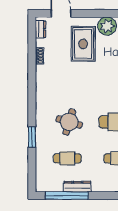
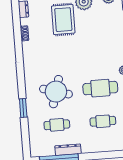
round table: (69, 122) -> (56, 92), width x1.36, depth x1.36

